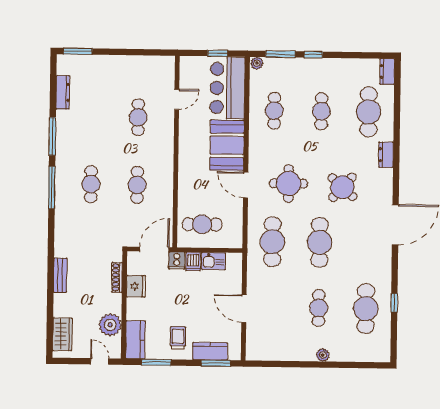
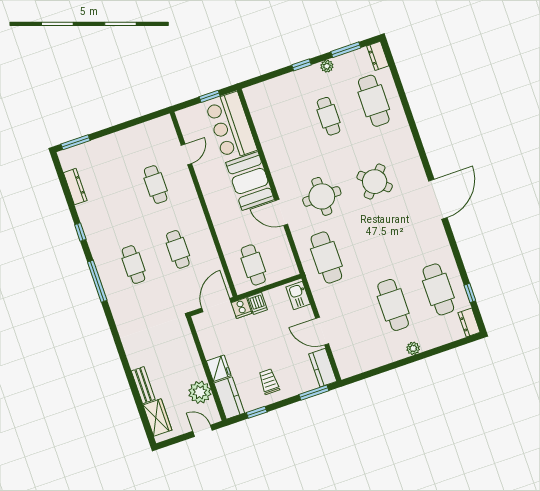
window: (280, 54) -> (346, 50), moved
plant: (257, 63) -> (327, 66), moved
cafe table: (274, 111) -> (283, 132), removed
window: (52, 136) -> (80, 232), width x0.46
dresser: (386, 155) -> (469, 323), moved
cafe table: (202, 224) -> (253, 265), turned 90
cafe table: (320, 242) -> (372, 242), removed
kitchen sink: (214, 261) -> (298, 296), moved, turned 90
bench: (60, 275) -> (143, 385), moved
shoe rack: (117, 277) -> (190, 345), removed
fridge: (136, 286) -> (219, 368), moved
window: (394, 303) -> (470, 293), moved
cafe table: (319, 308) -> (393, 305), width x1.37, depth x1.35
kitchen counter: (210, 351) -> (323, 368), moved, turned -90
window: (156, 362) -> (257, 412), width x0.67

